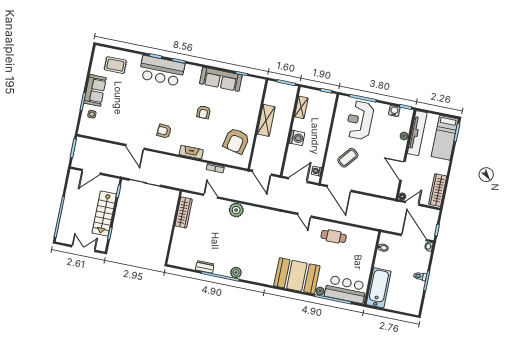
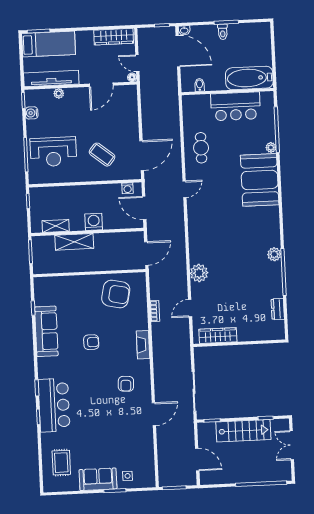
shelving: (266, 120) -> (74, 242), moved
door: (414, 237) -> (178, 51), swing flipped
dresser: (205, 267) -> (278, 309), moved
bar counter: (346, 289) -> (236, 106), moved, turned -90

